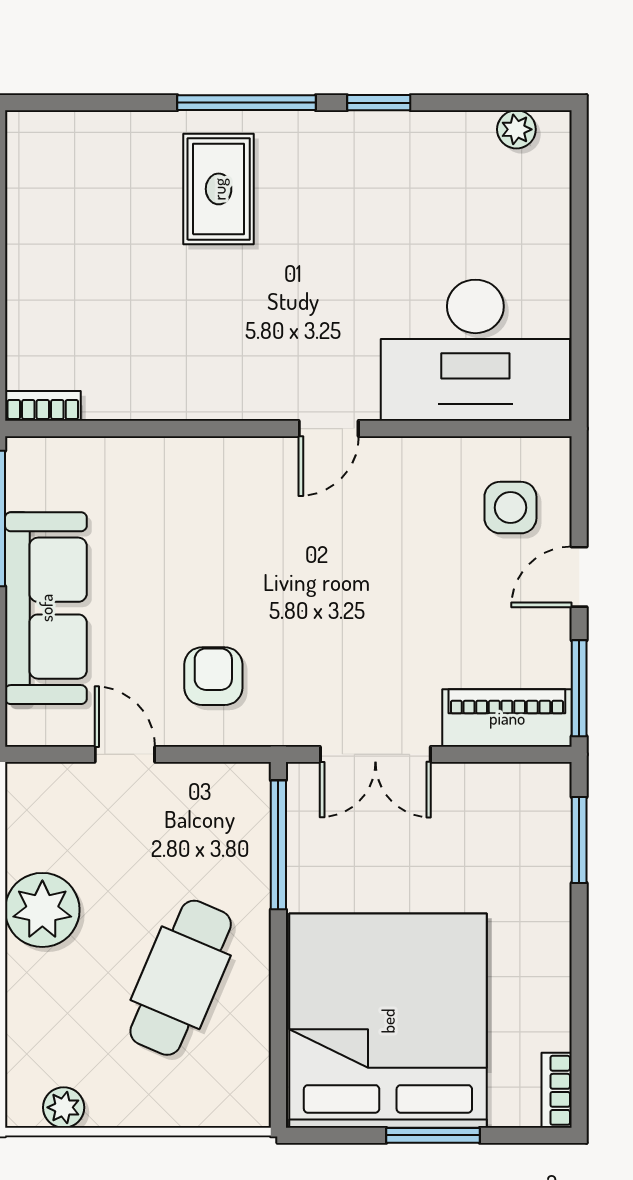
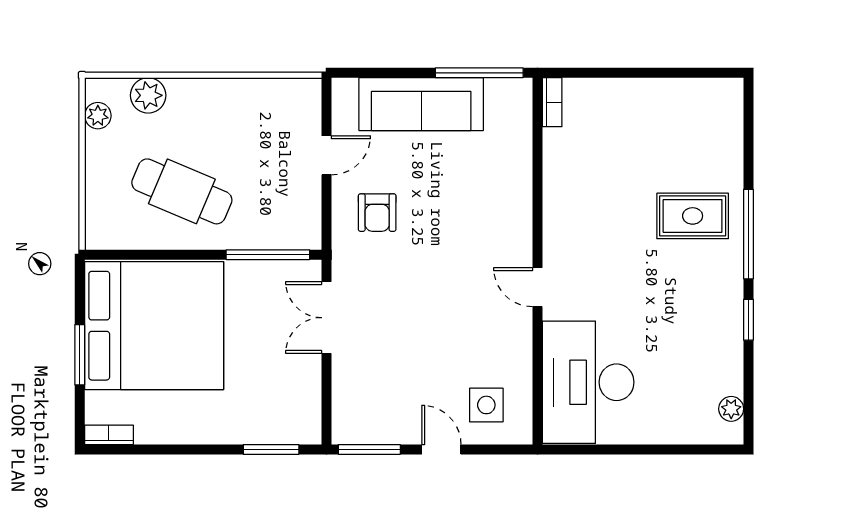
armchair: (213, 676) -> (377, 213), turned 90
piano: (507, 718) -> (350, 403), removed
plant: (42, 910) -> (148, 95), moved, width x0.73, depth x0.73

